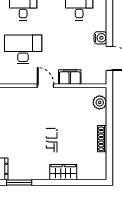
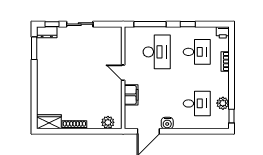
door: (46, 86) -> (123, 73), swing flipped
wardrobe: (63, 172) -> (49, 122), moved, turned -90

